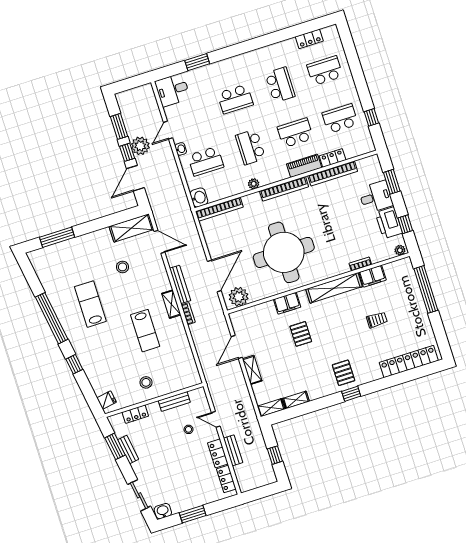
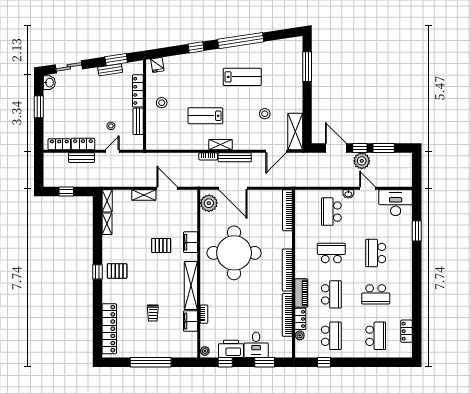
desk: (172, 90) -> (396, 203), width x1.37
plant: (254, 184) -> (300, 335), moved
washbasin: (199, 197) -> (303, 196), removed
window: (426, 289) -> (151, 362), moved
locker: (135, 414) -> (138, 91), width x1.53

